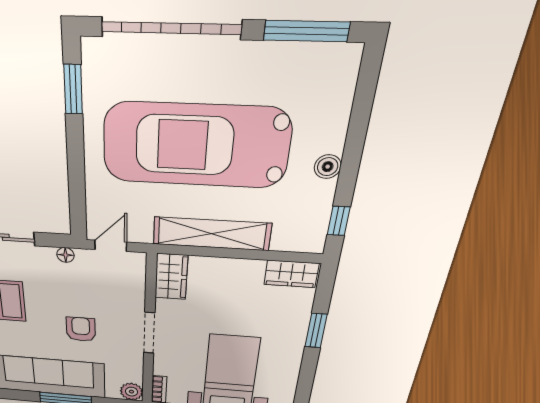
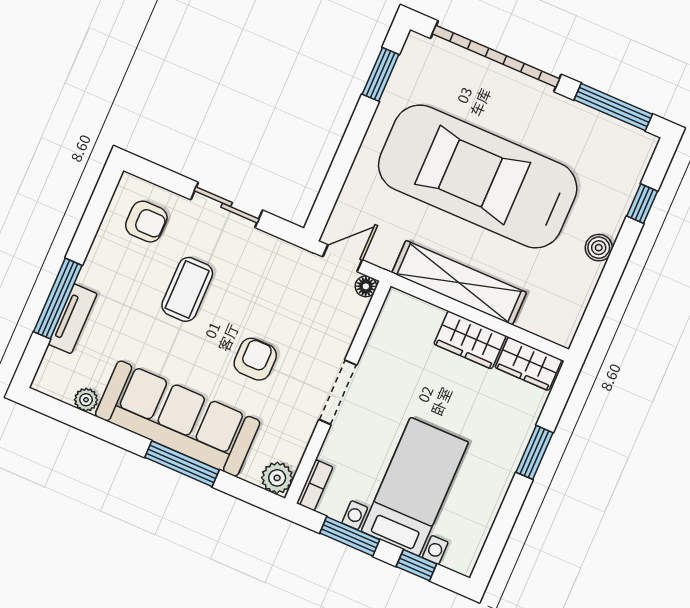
window: (339, 221) -> (642, 204), moved
floor lamp: (65, 255) -> (366, 286), moved
wardrobe: (171, 277) -> (470, 340), moved, turned 90

